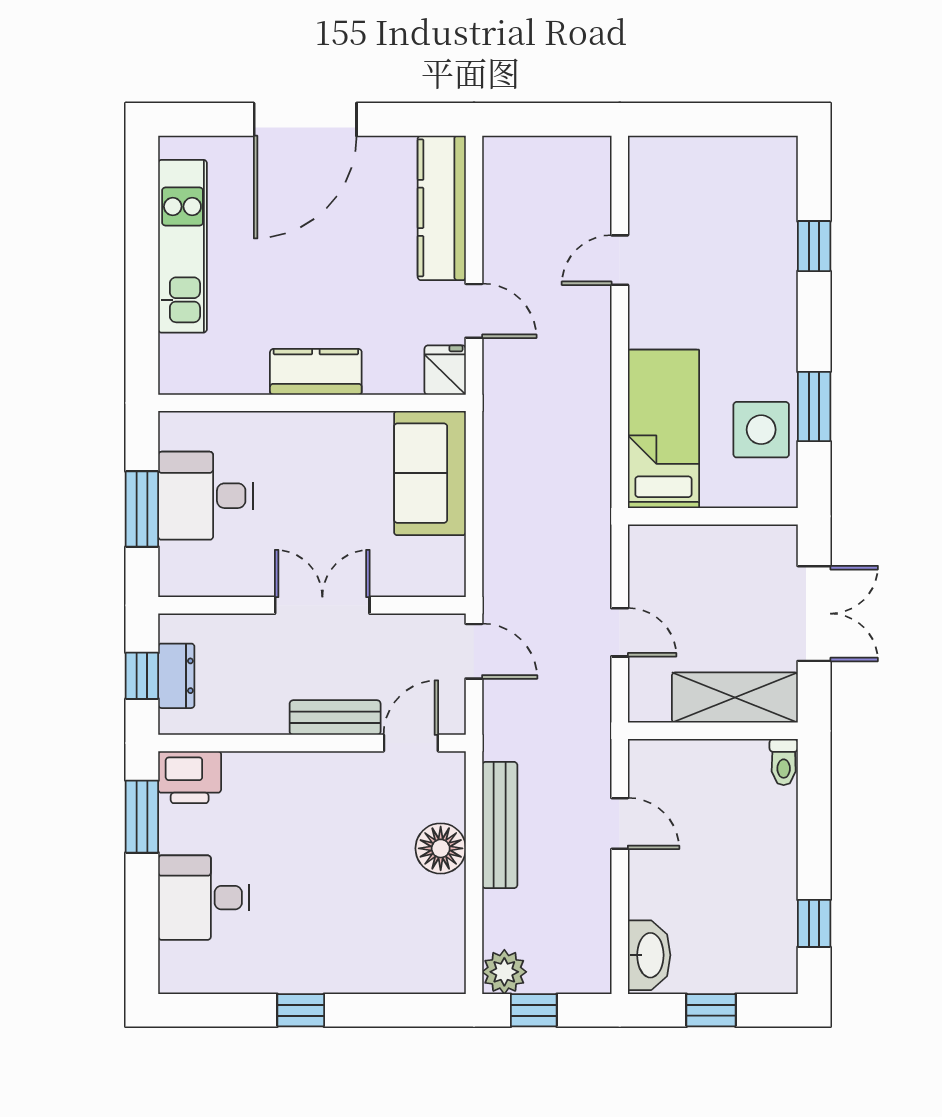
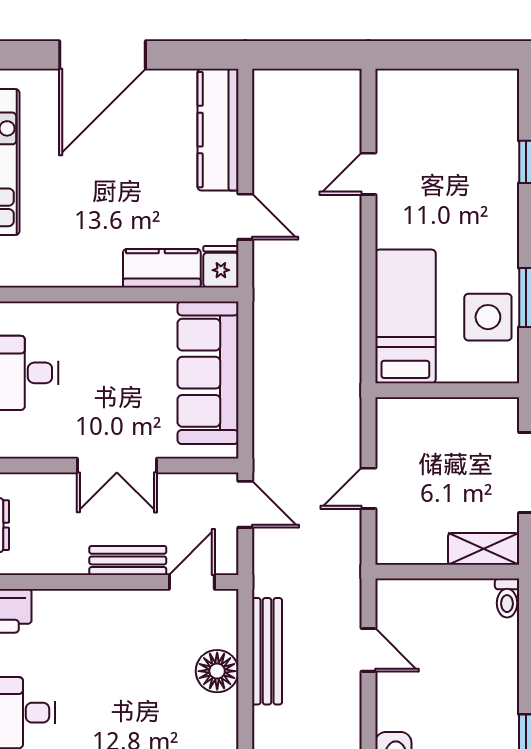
kitchen counter: (316, 372) -> (162, 268), moved
sofa: (430, 473) -> (208, 373), width x1.36
double door: (322, 605) -> (117, 466), swing flipped
door: (620, 632) -> (368, 488), swing flipped
shelving: (735, 698) -> (484, 549), width x0.67, depth x0.75

